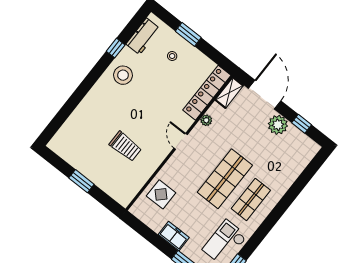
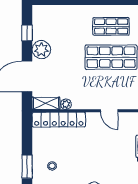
plant: (206, 120) -> (66, 104), moved
door: (181, 141) -> (109, 111), hinge flipped

